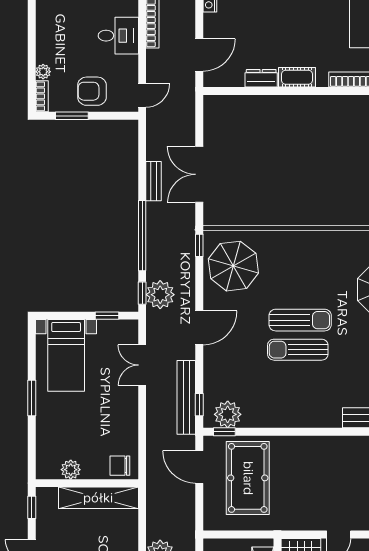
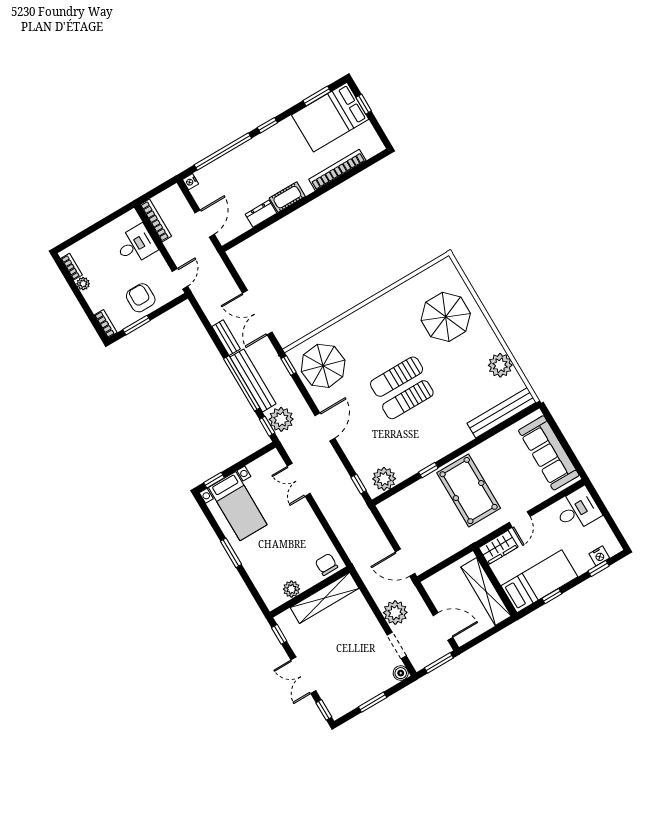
bookcase: (41, 19) -> (71, 267), added
plant: (43, 72) -> (83, 284), moved
armchair: (92, 91) -> (141, 298), turned 90
window: (107, 316) -> (214, 480), moved
sun lounger: (300, 320) -> (397, 377), turned 180
bench: (186, 397) -> (253, 380), moved
window: (224, 432) -> (428, 470), moved
chair: (120, 466) -> (326, 564), turned 90
door: (199, 467) -> (405, 563), moved
pool table: (248, 478) -> (469, 491), moved

